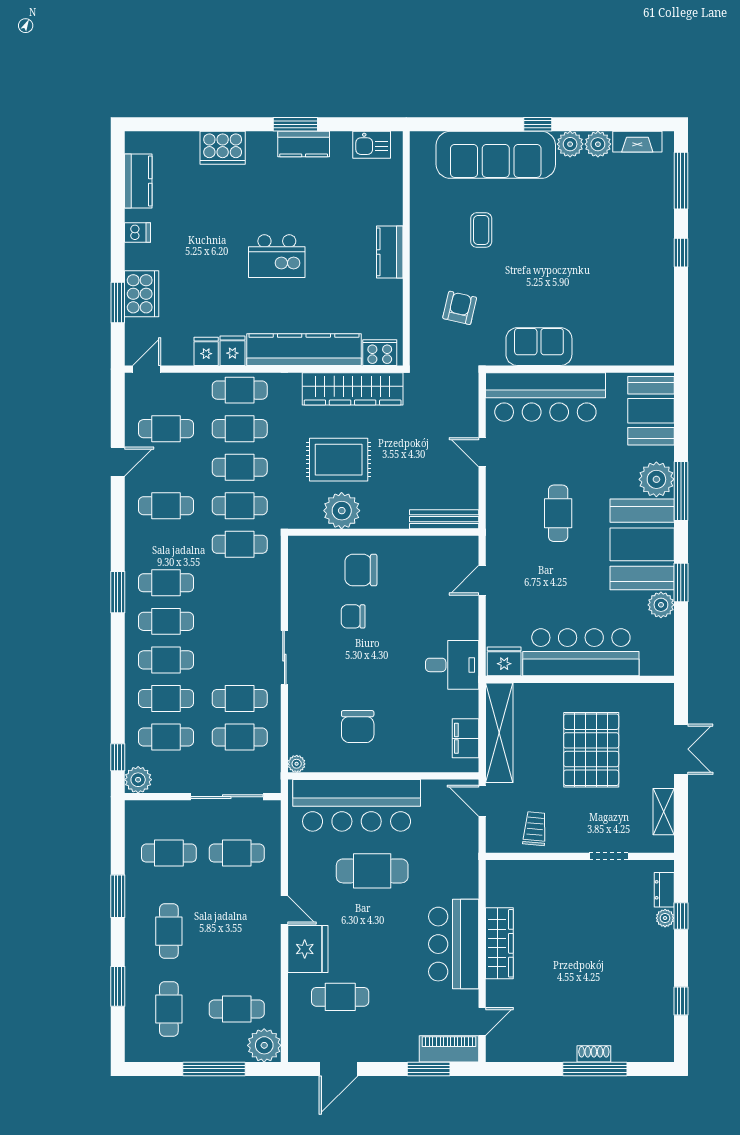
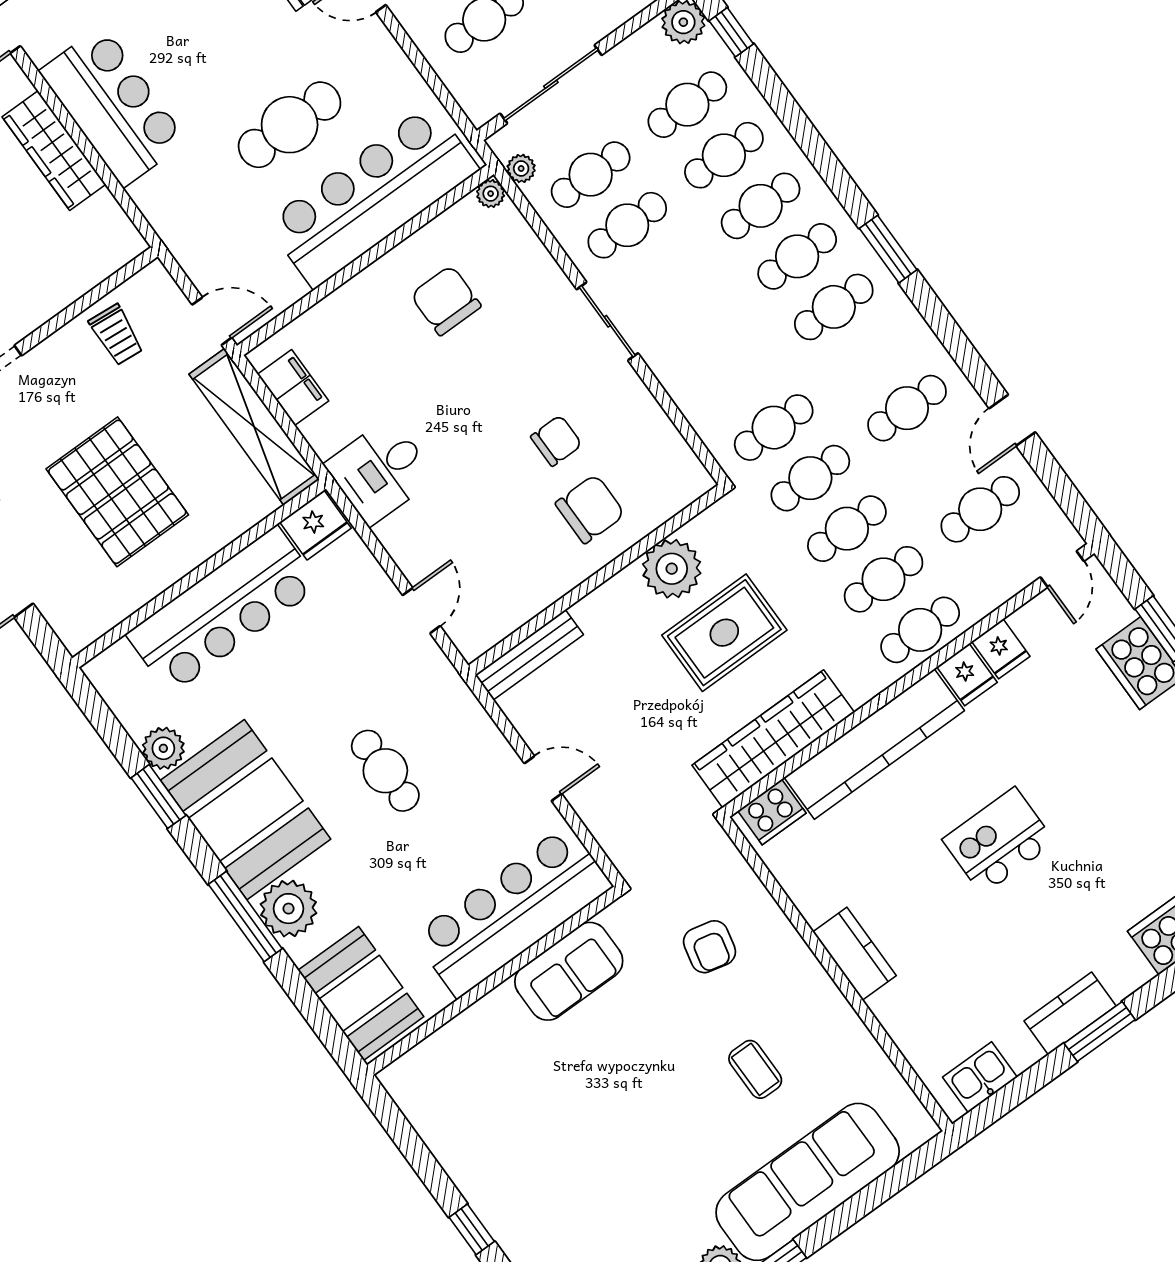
plant: (272, 765) -> (521, 168), added

